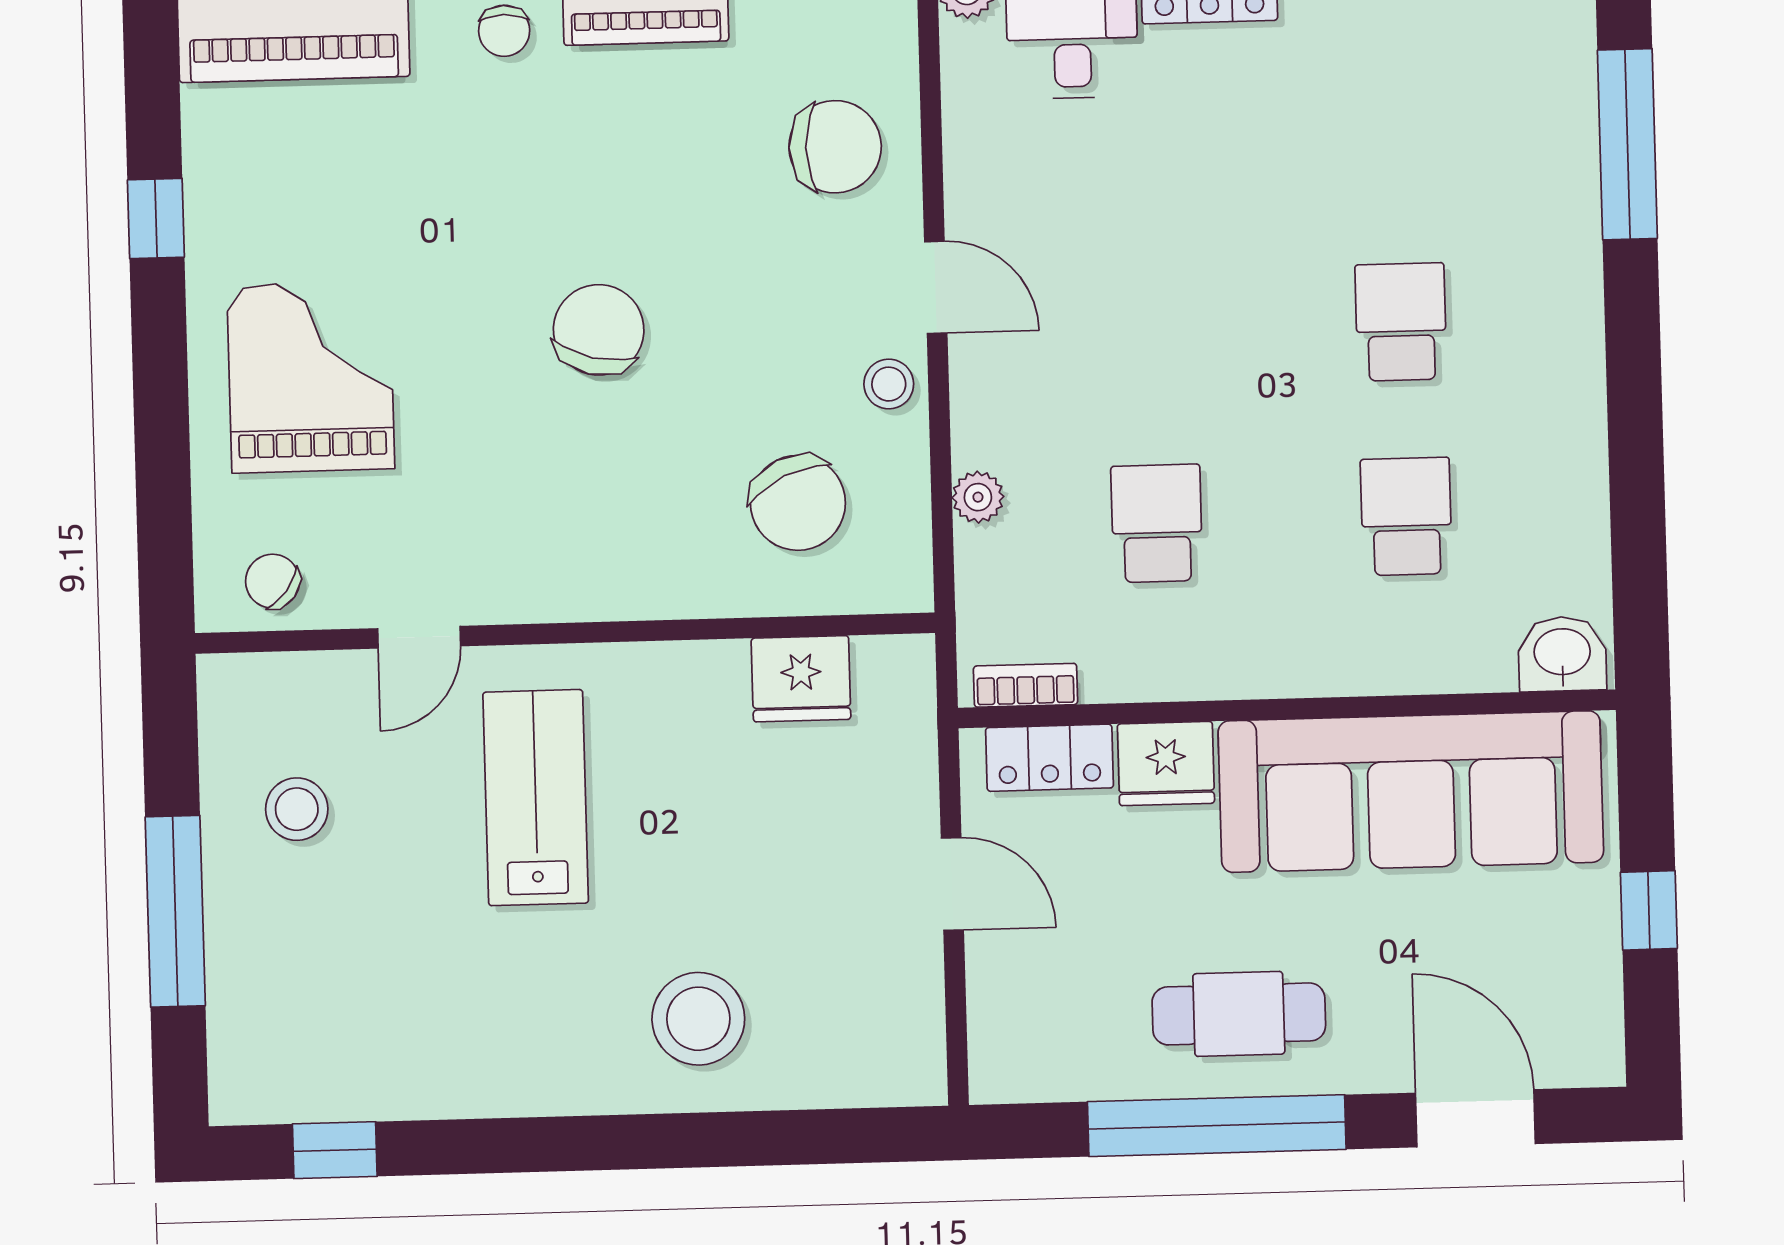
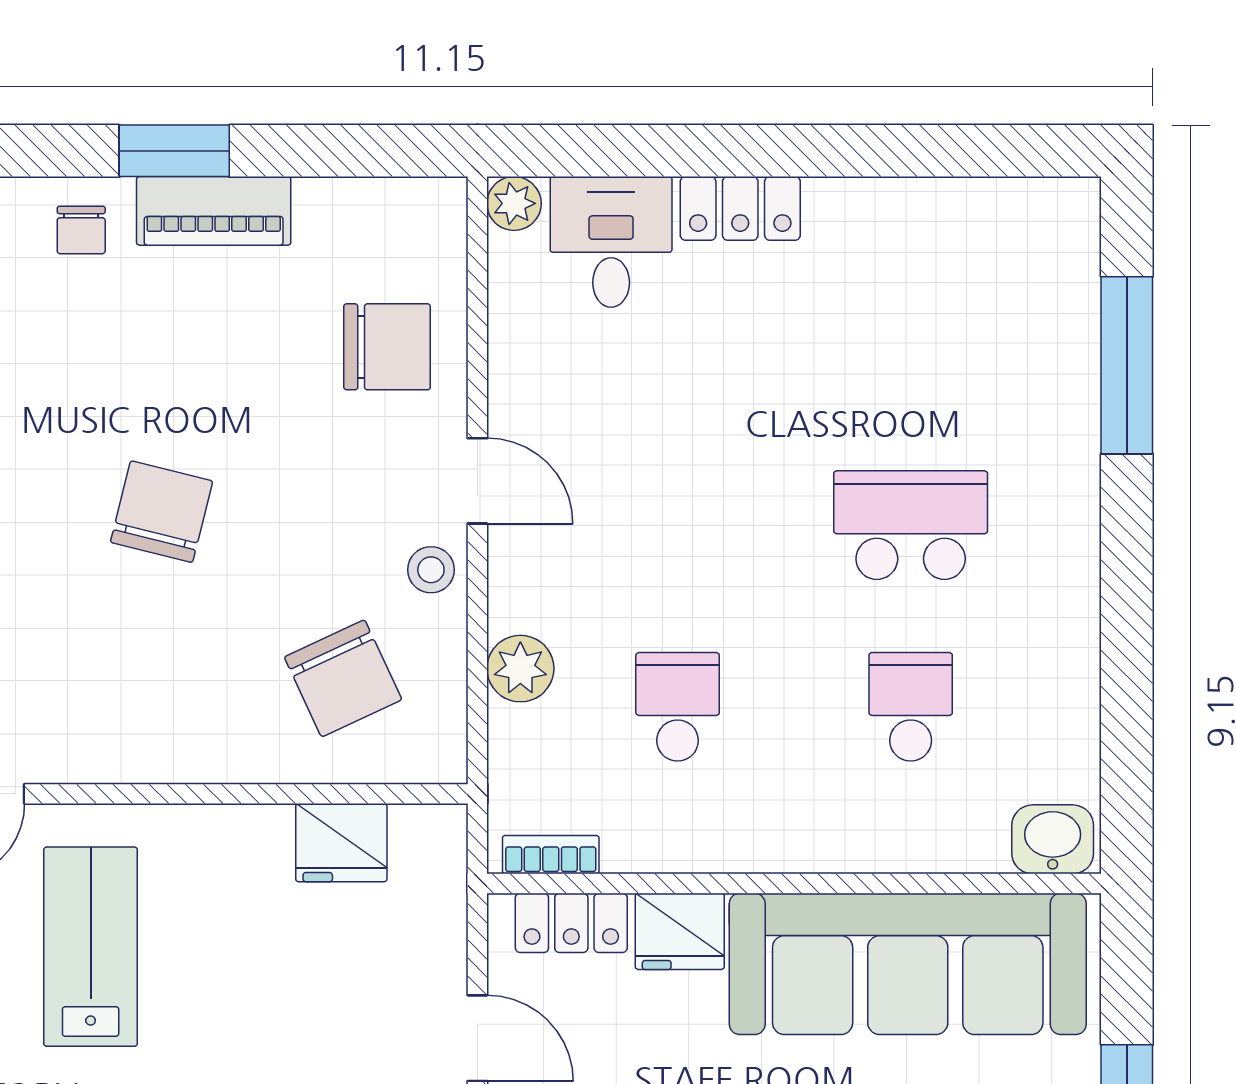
school desk: (1401, 322) -> (911, 525), width x1.85
plant: (978, 497) -> (520, 669), width x1.38, depth x1.38

